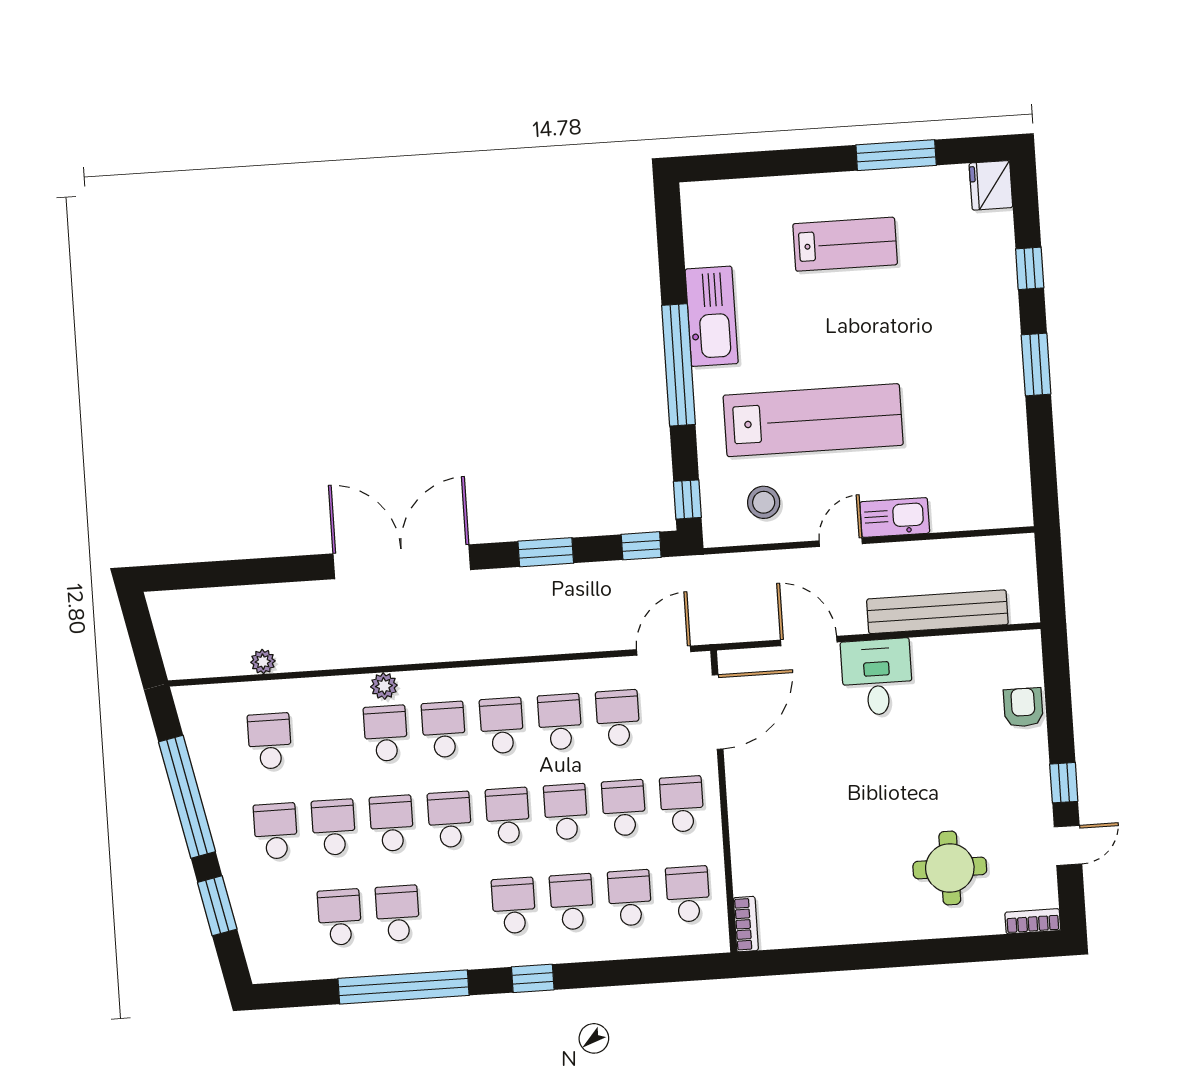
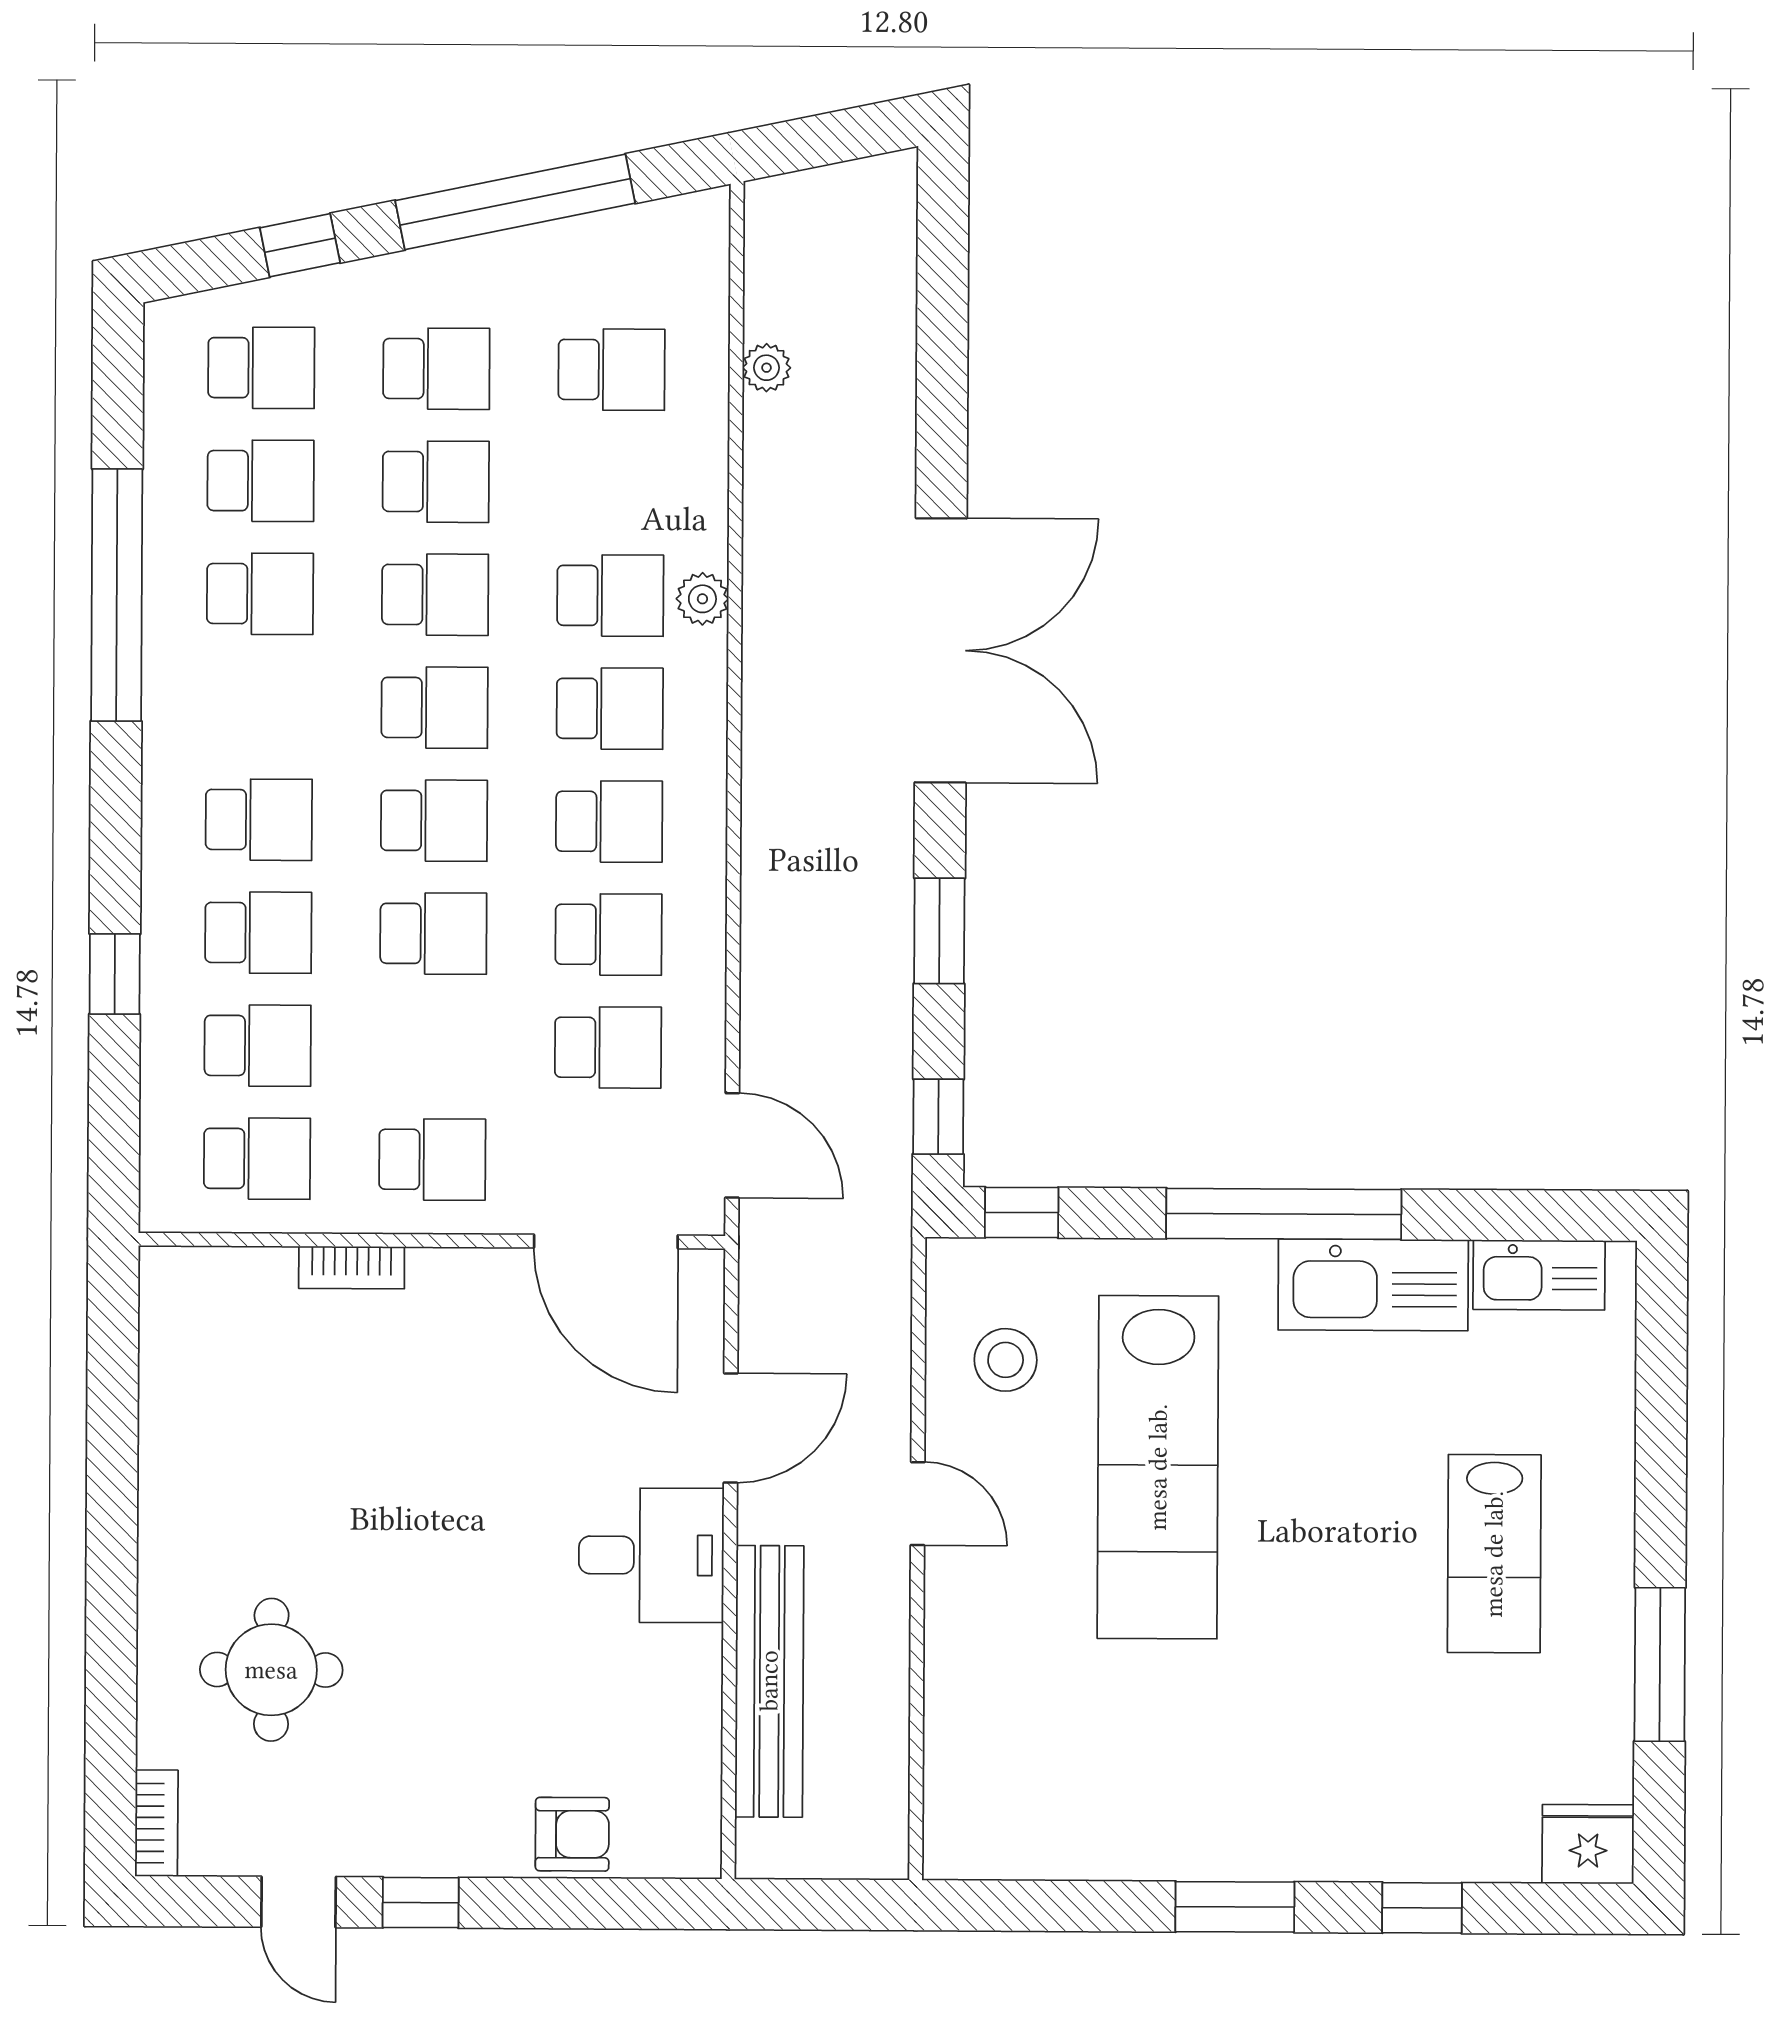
kitchen sink: (895, 517) -> (1539, 1275), moved, turned 90
school desk: (624, 808) -> (261, 368), moved
window: (217, 906) -> (300, 245), width x0.67
bookcase: (746, 924) -> (352, 1268), moved
window: (533, 978) -> (115, 974), moved

